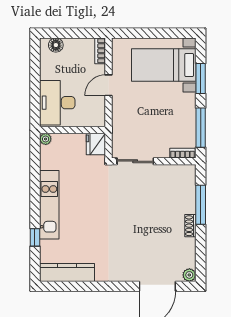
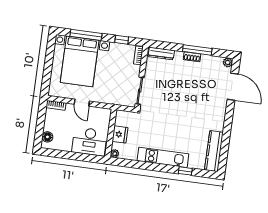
bed with nightstands: (164, 65) -> (80, 61), width x1.36
window: (201, 78) -> (86, 35), width x1.44
window: (201, 128) -> (122, 40), width x0.46
fridge: (96, 144) -> (120, 134), moved, turned -90
dresser: (189, 184) -> (161, 54), added
window: (201, 205) -> (197, 50), moved

